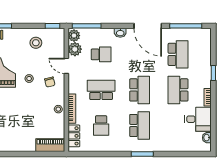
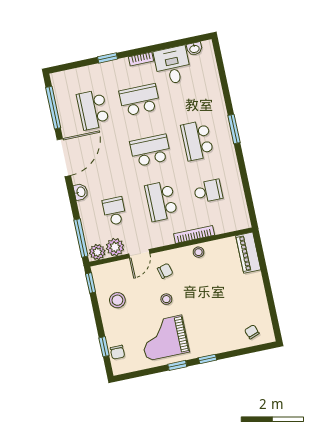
school desk: (178, 54) -> (93, 110), turned -90
school desk: (178, 90) -> (140, 100), turned 180
school desk: (140, 125) -> (197, 141), turned -90
locker: (74, 136) -> (229, 224), removed

